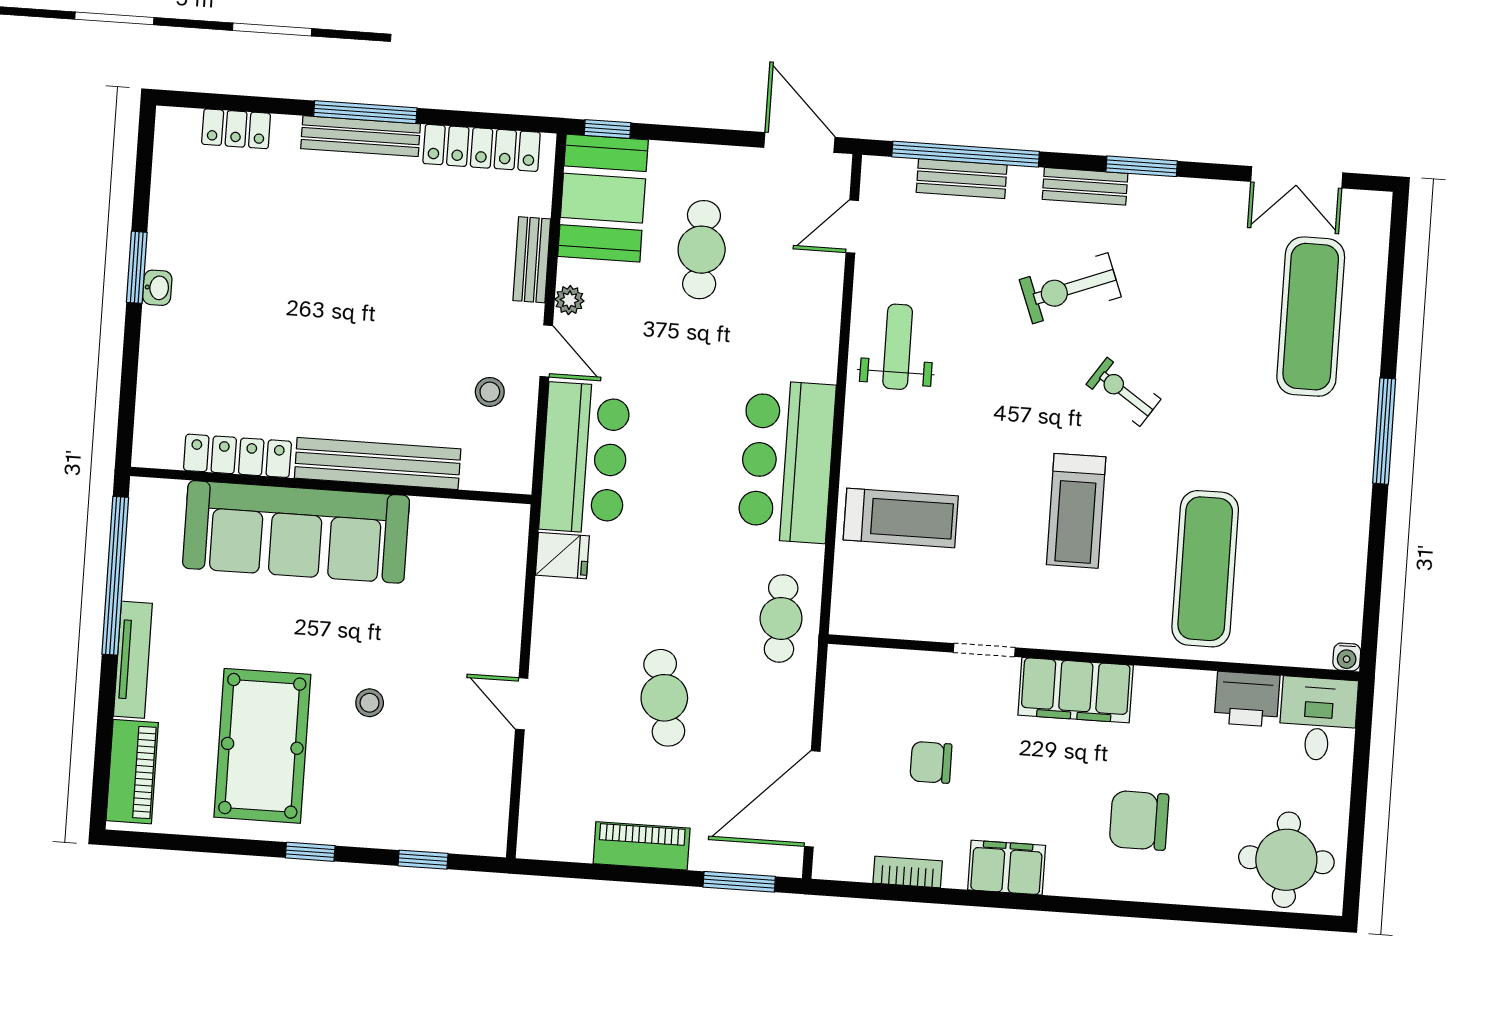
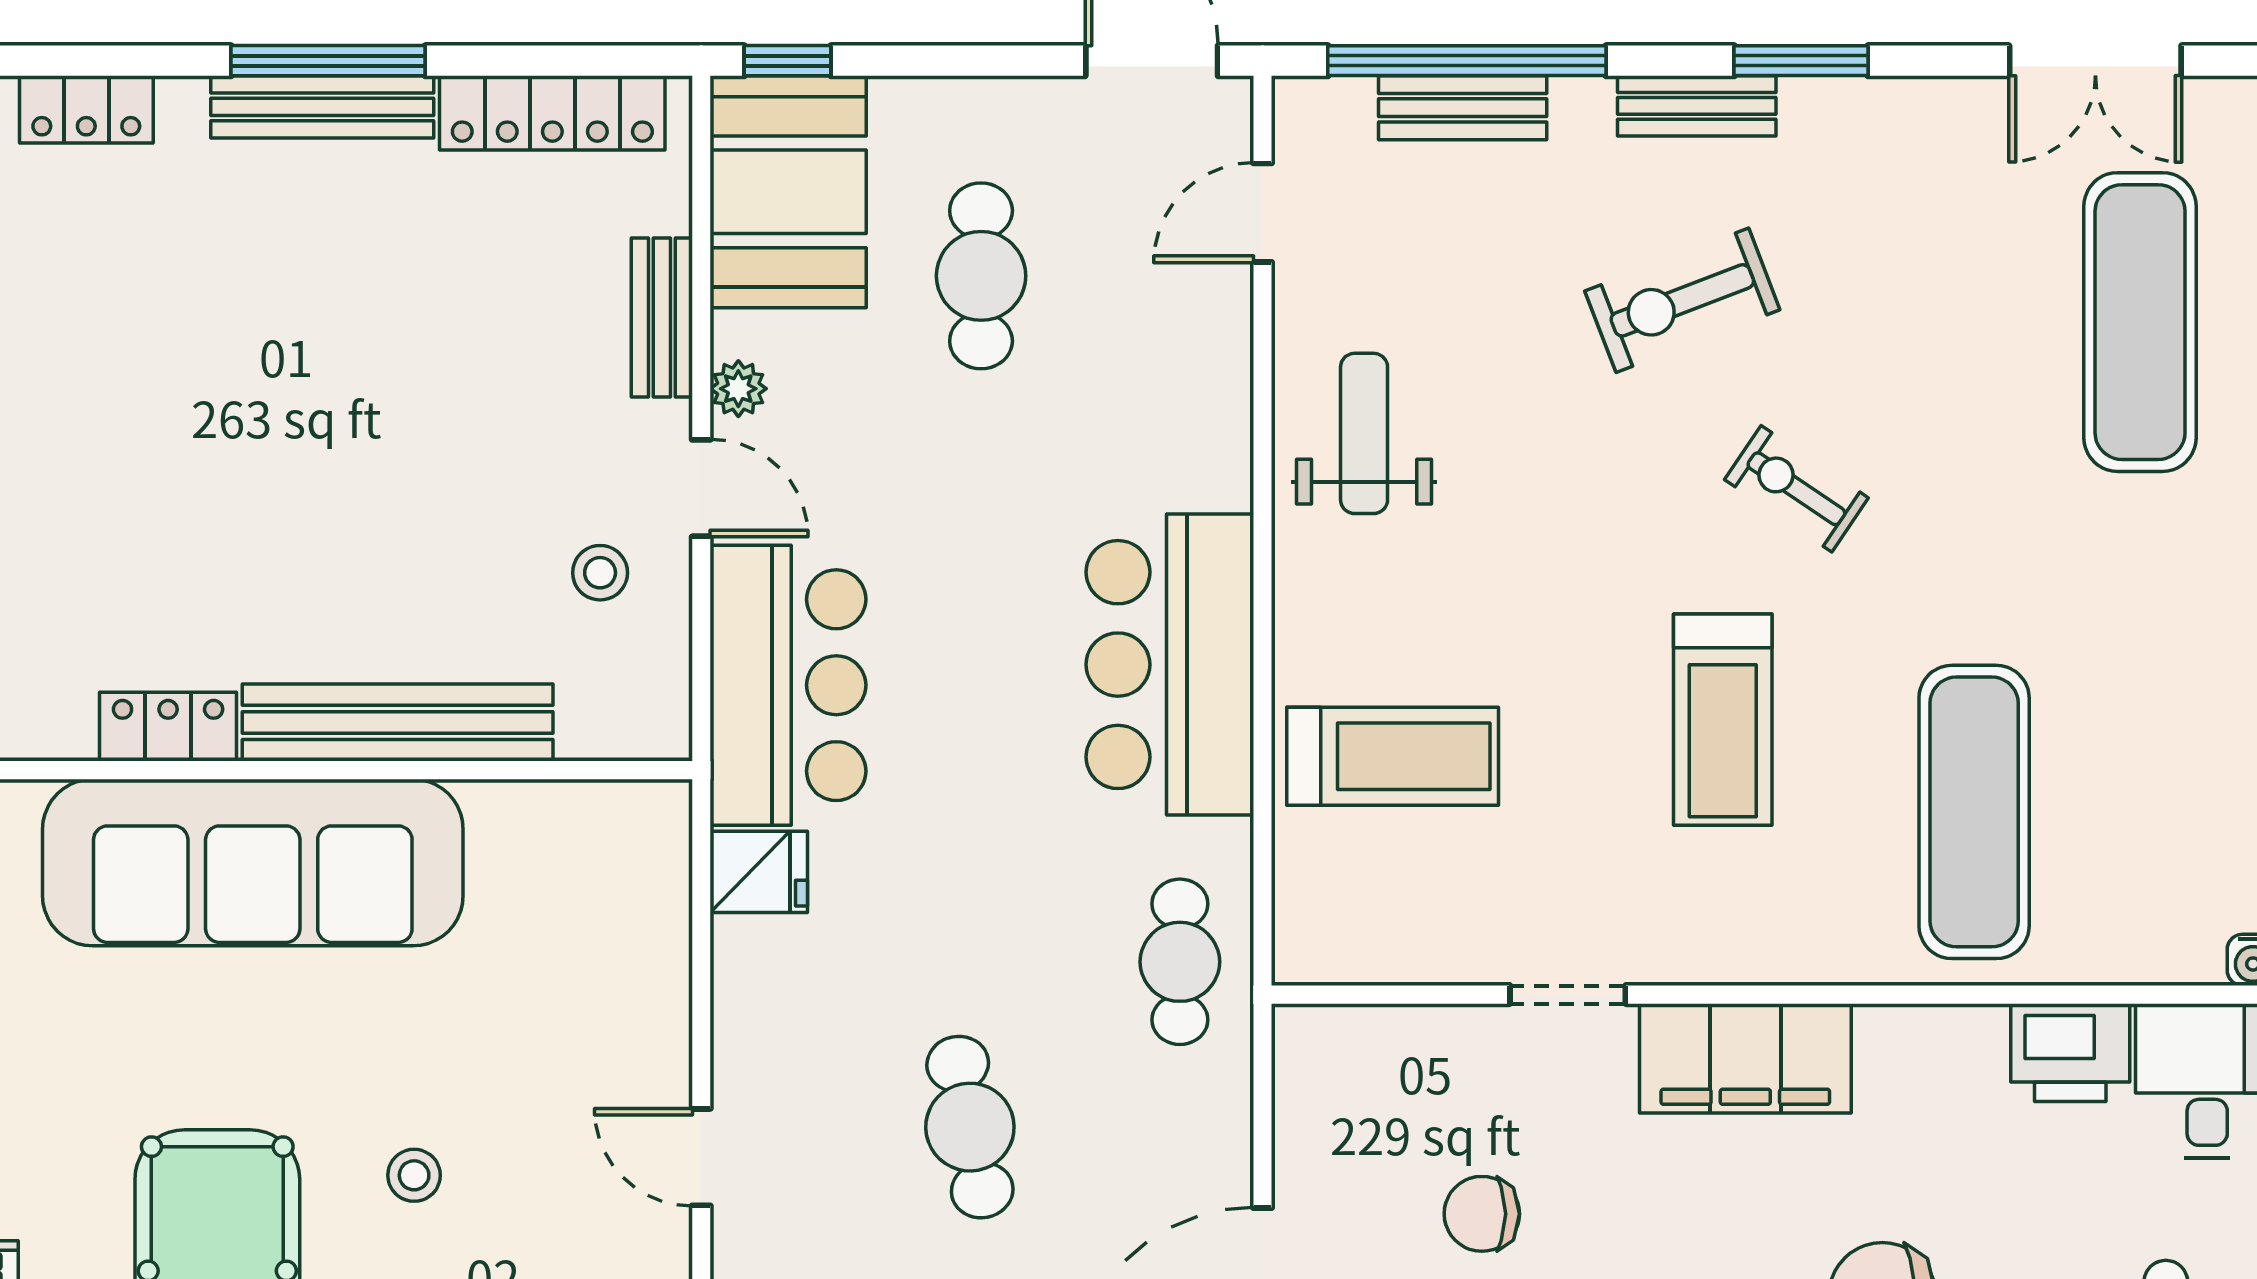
locker: (237, 456) -> (168, 727), width x0.66

